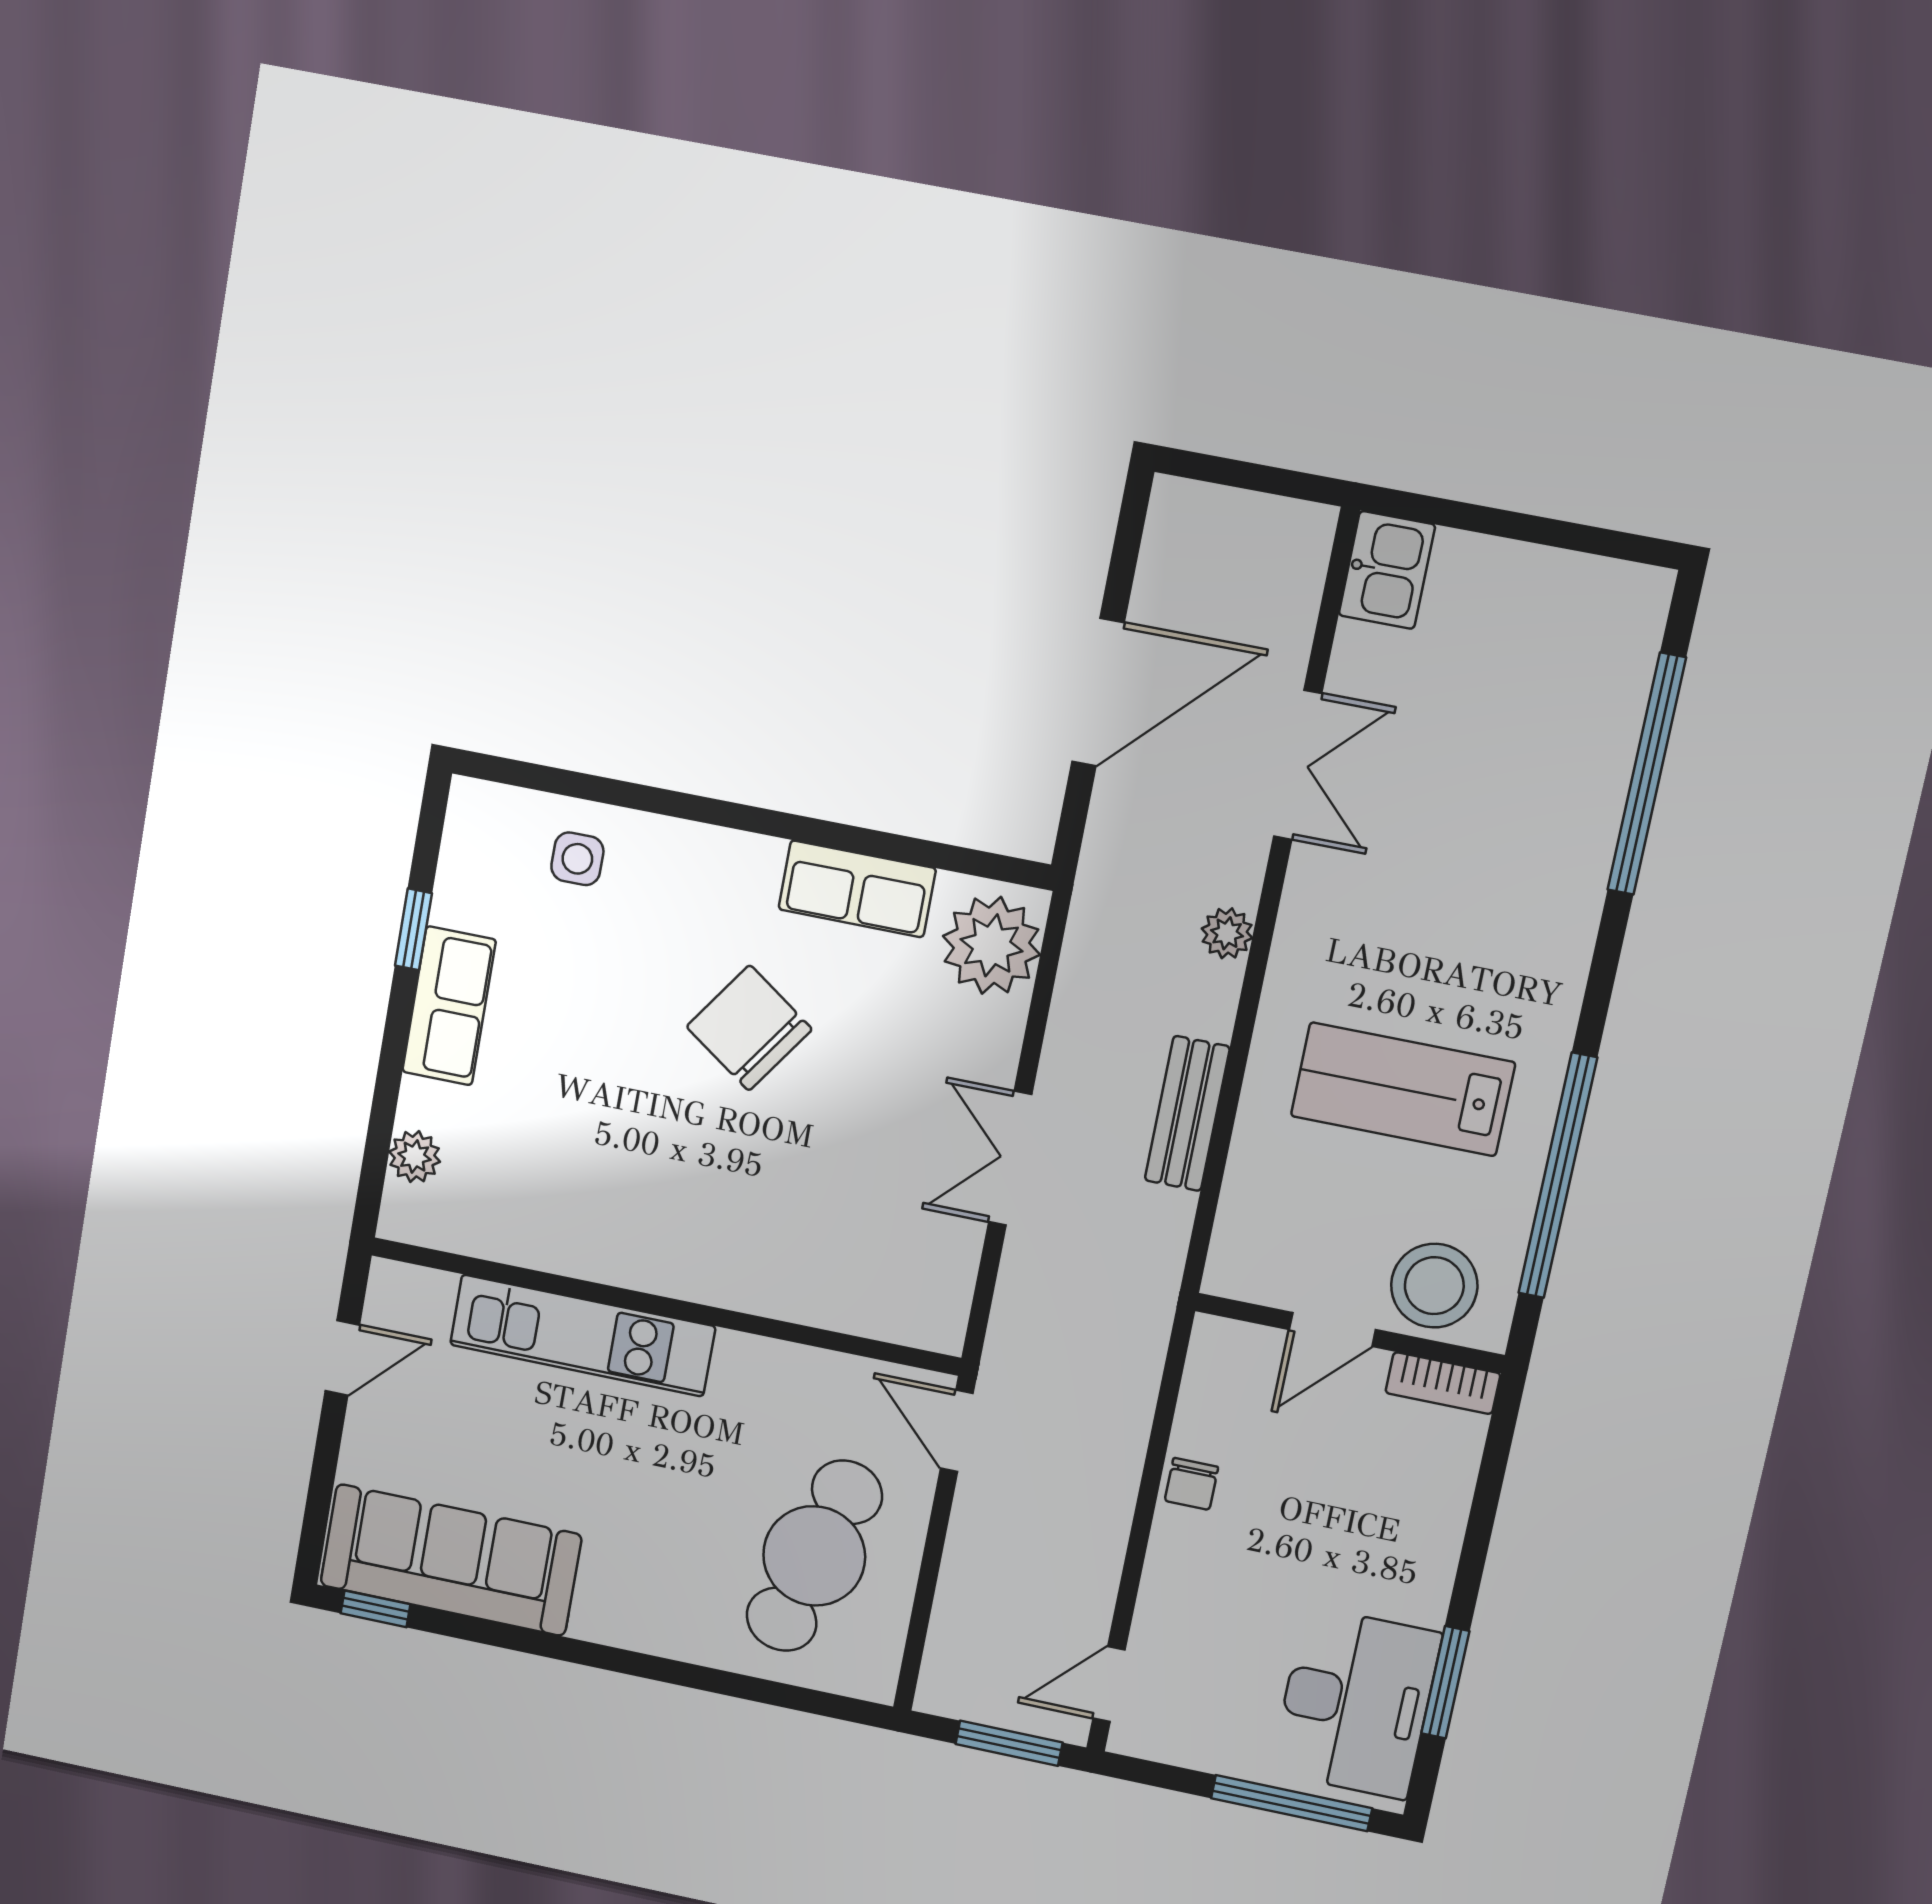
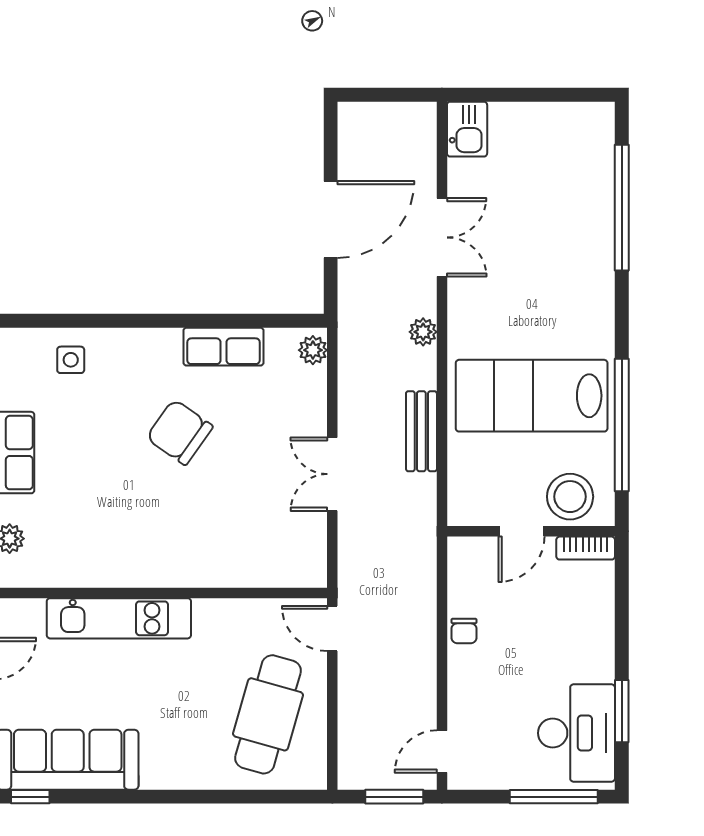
plant: (991, 945) -> (313, 350), width x0.53, depth x0.53
lab bench: (1403, 1089) -> (532, 396), width x1.36, depth x1.39

